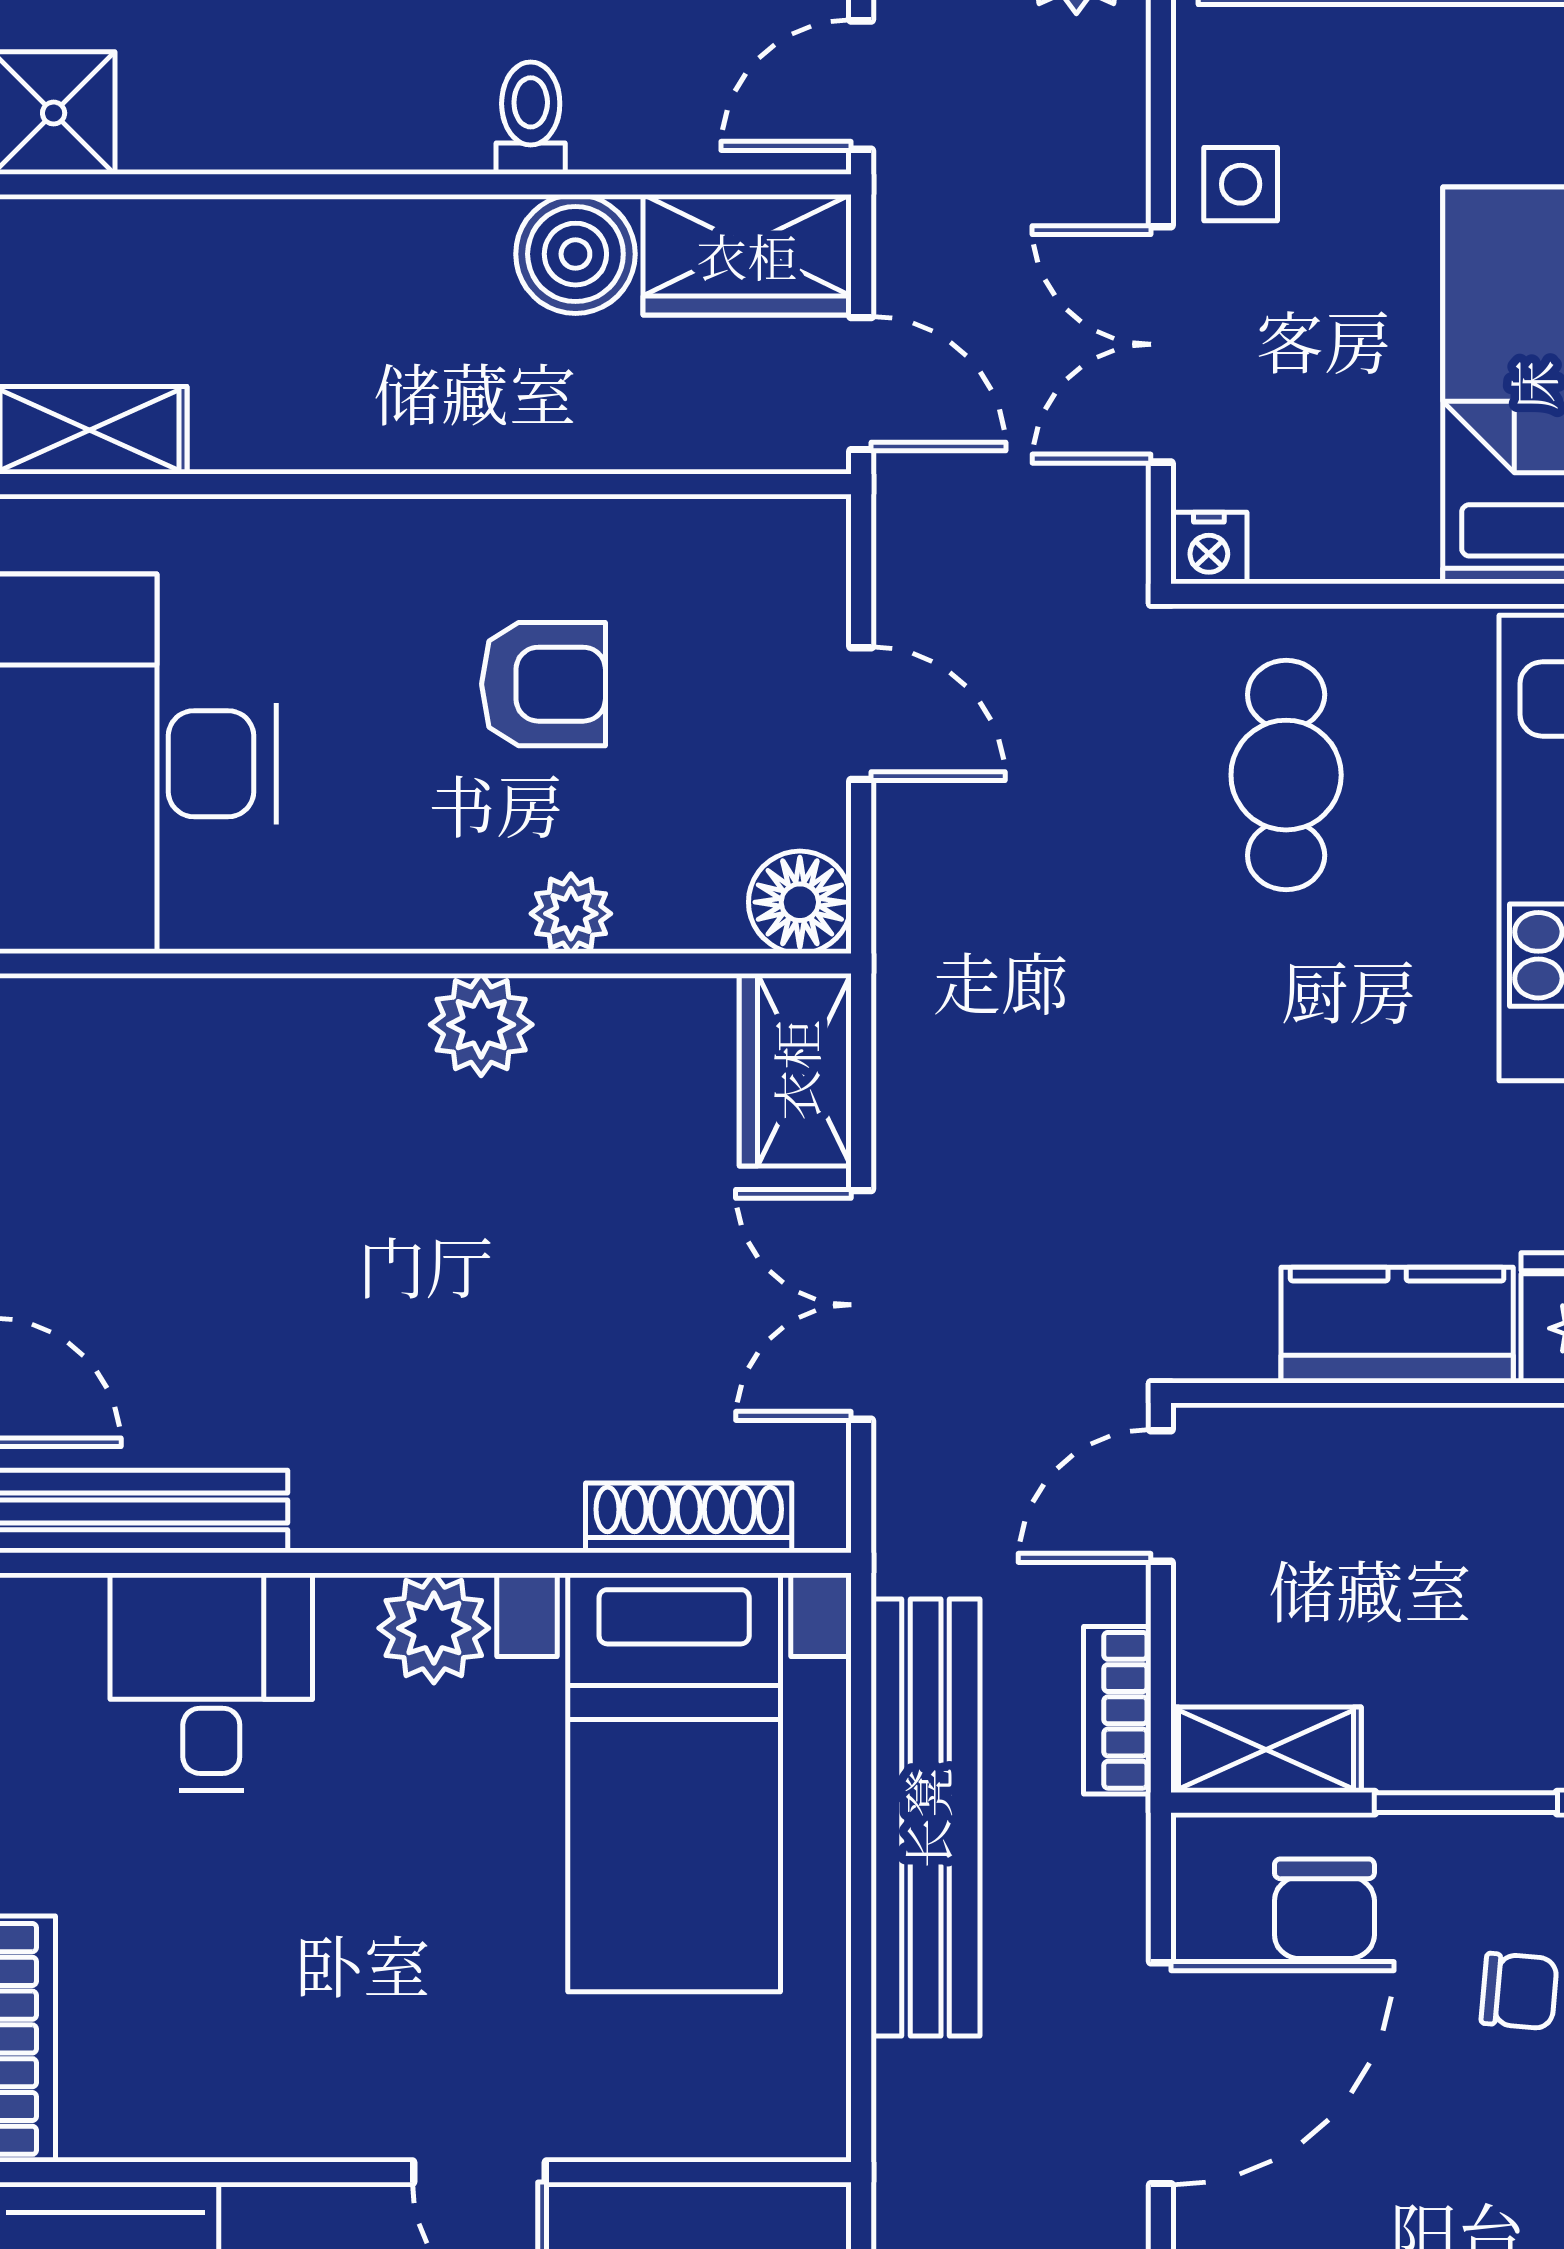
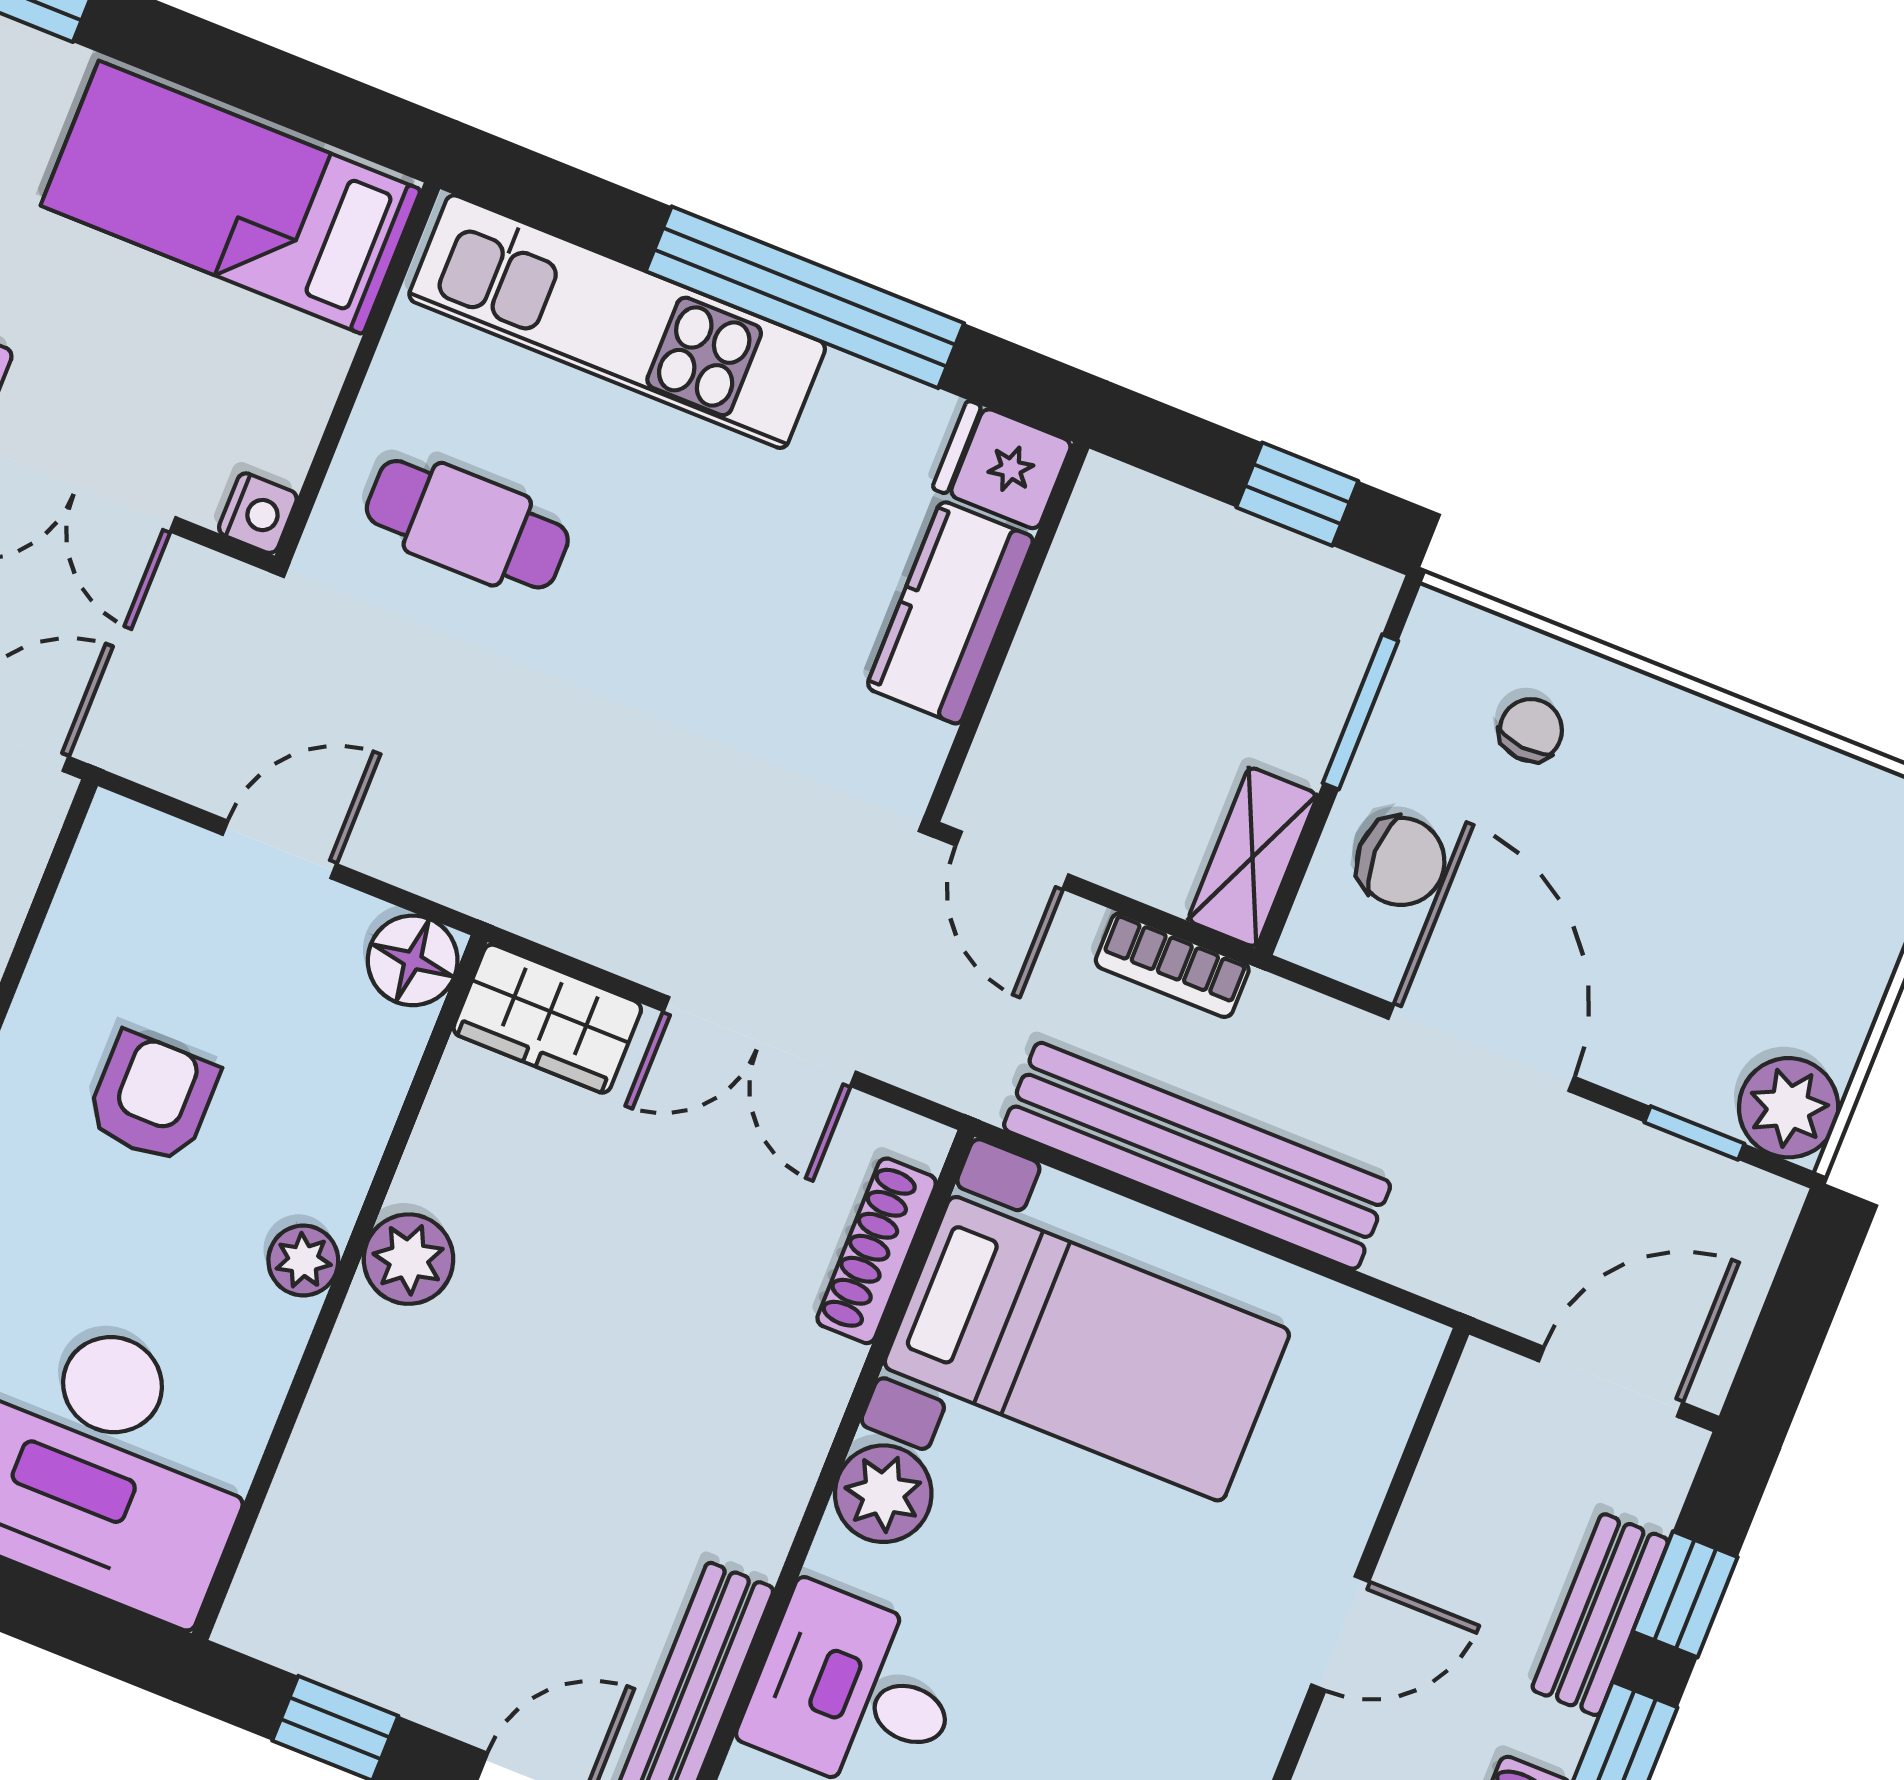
plant: (571, 914) -> (303, 1261), moved

